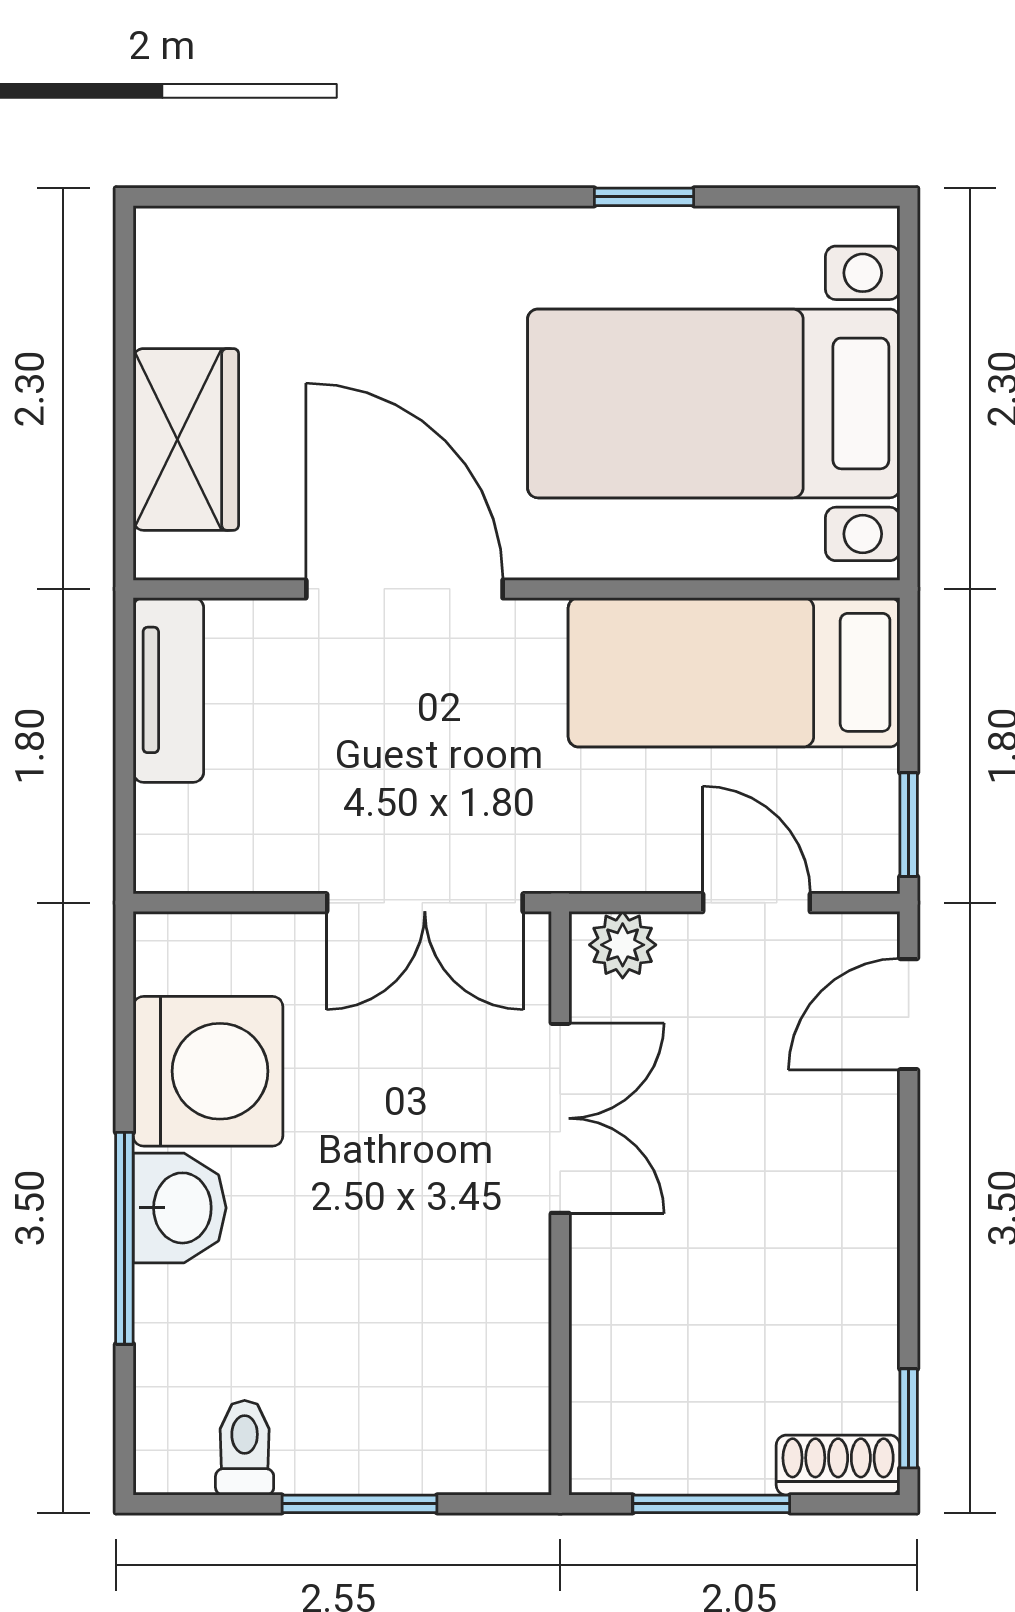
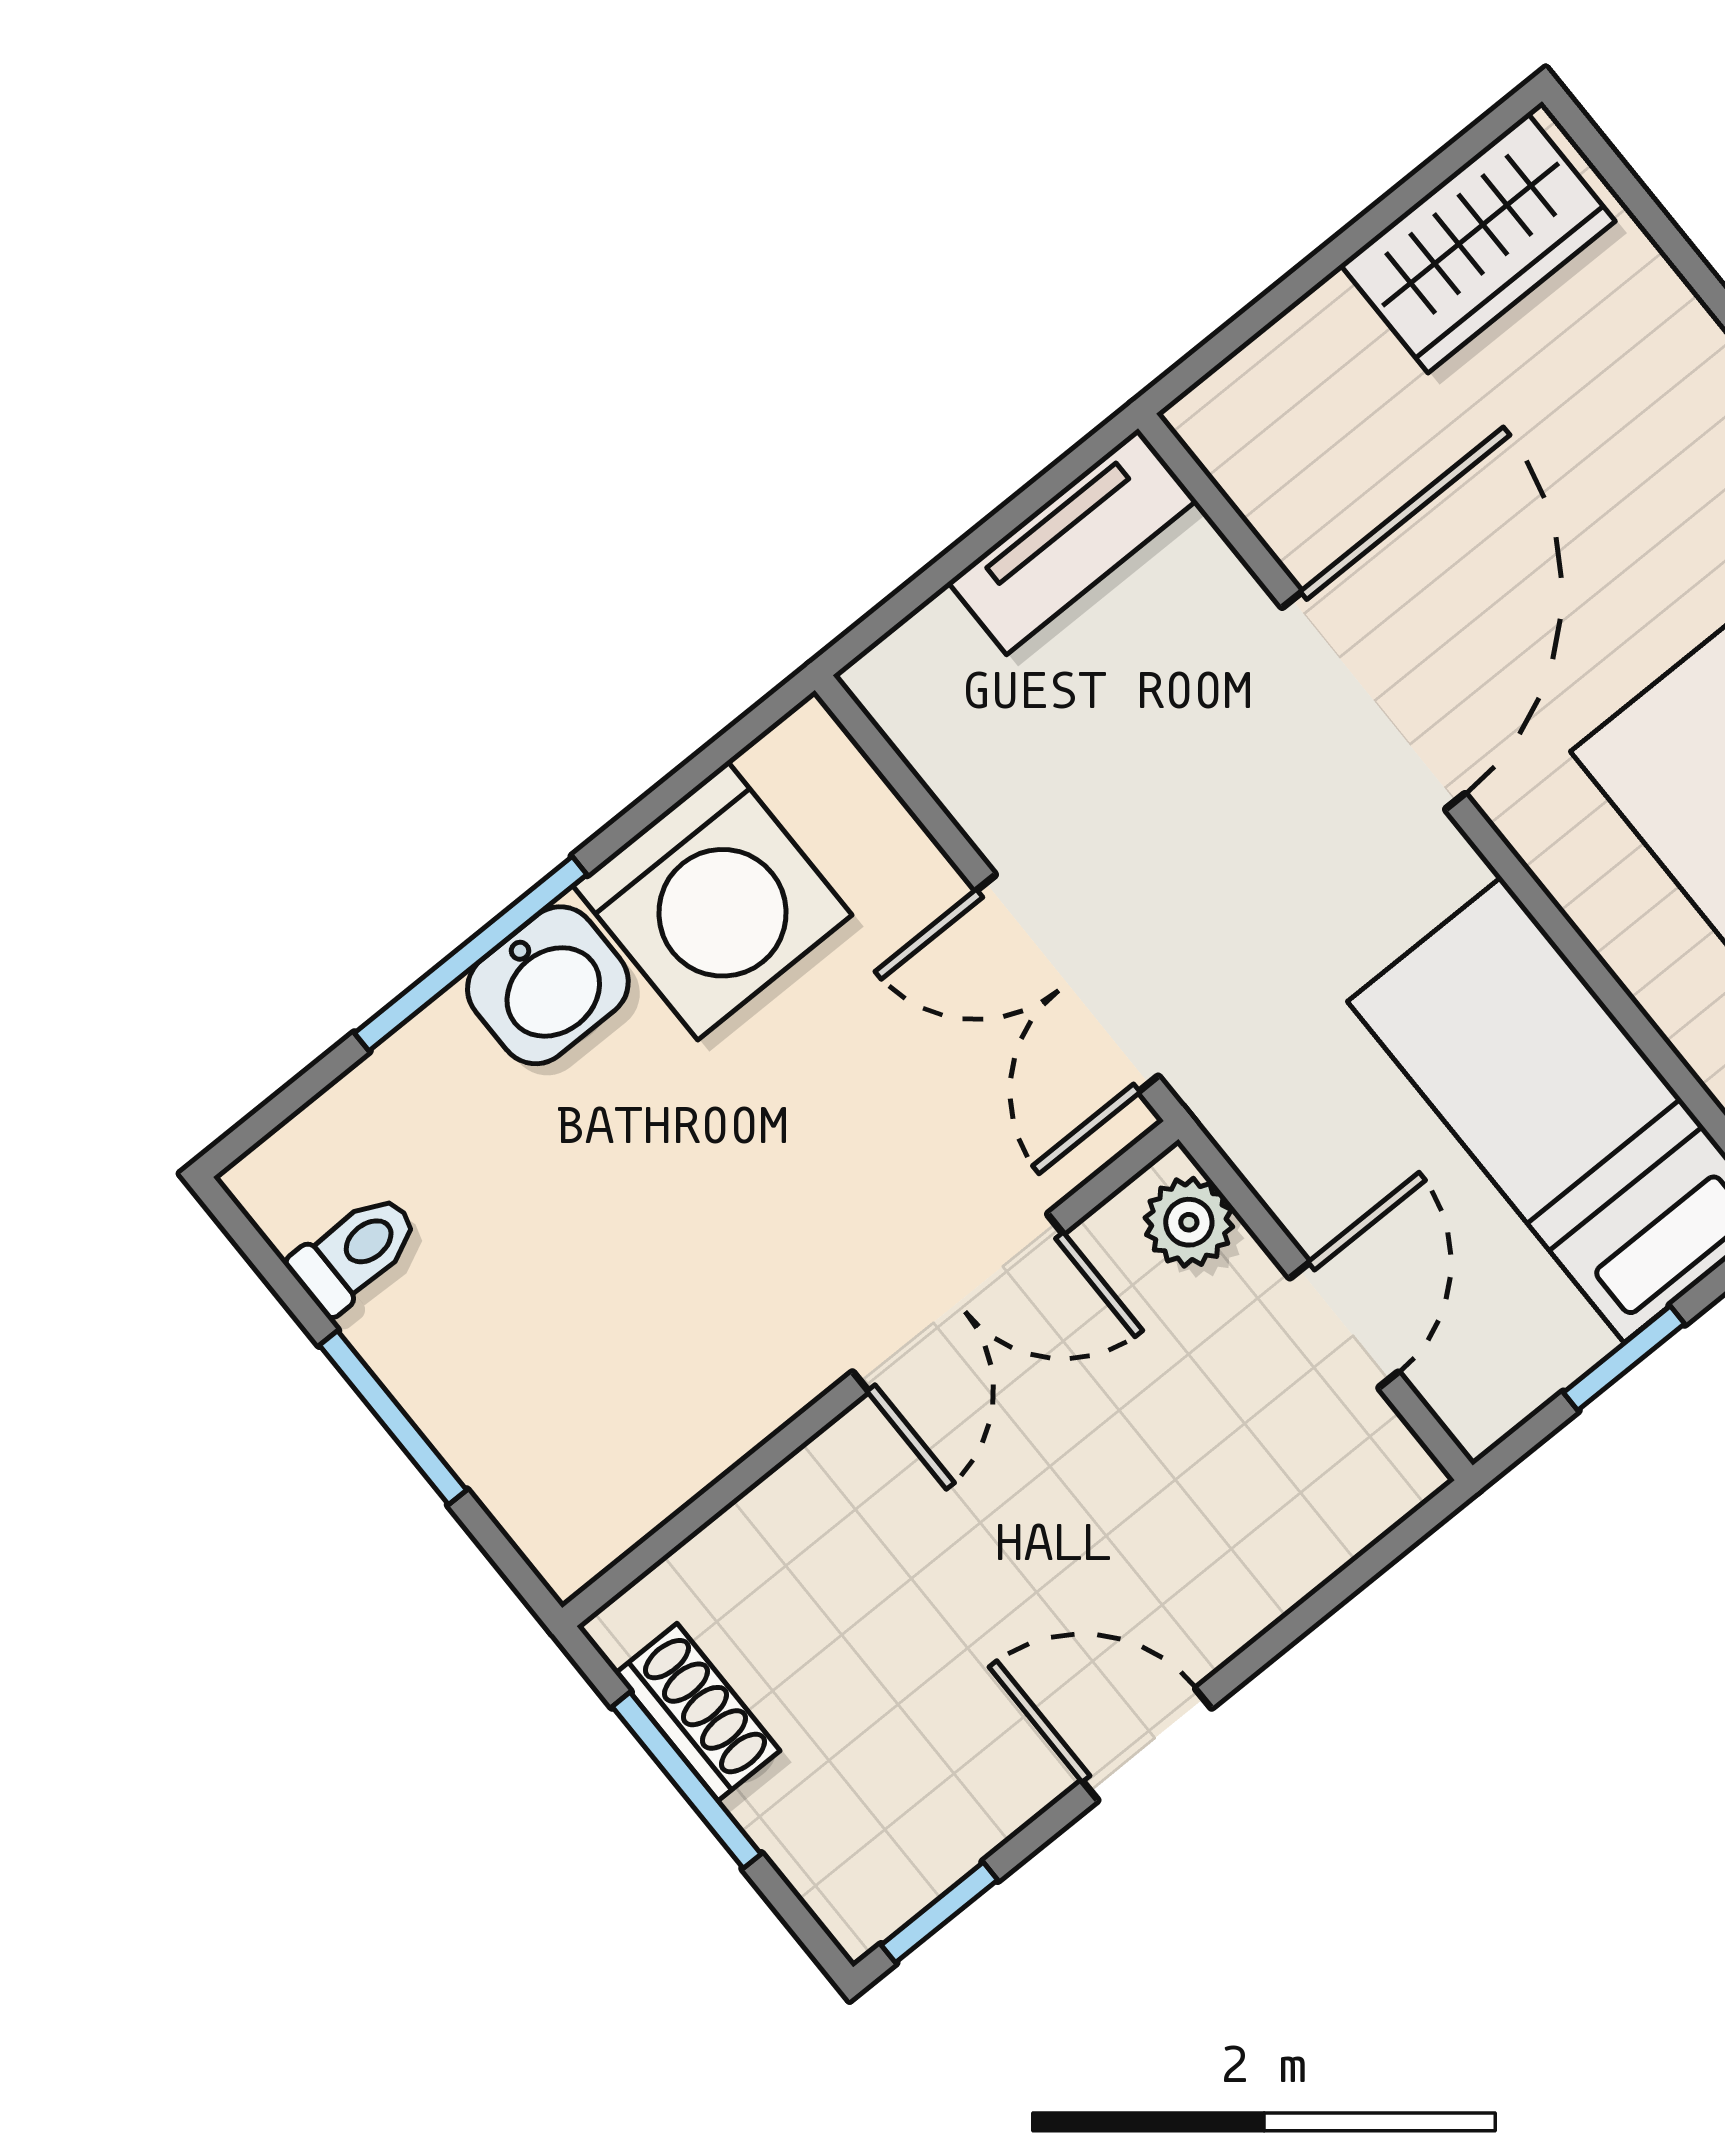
wardrobe: (186, 439) -> (1478, 243), moved
window: (909, 825) -> (1624, 1358), moved
door: (909, 1014) -> (1147, 1744), moved
shoe rack: (838, 1465) -> (698, 1712), moved

